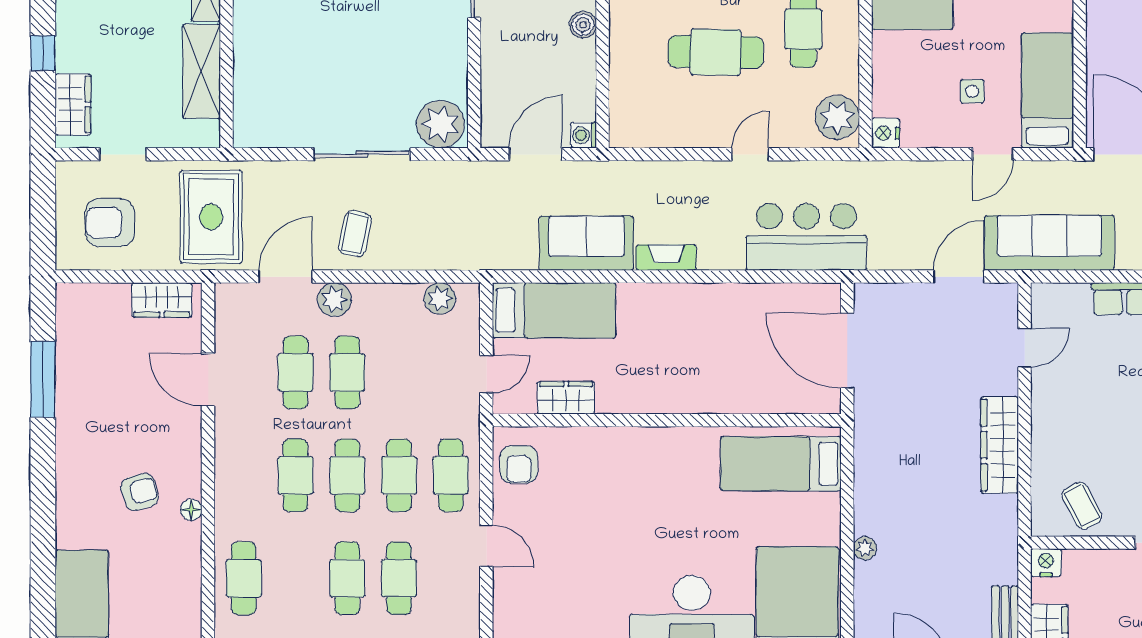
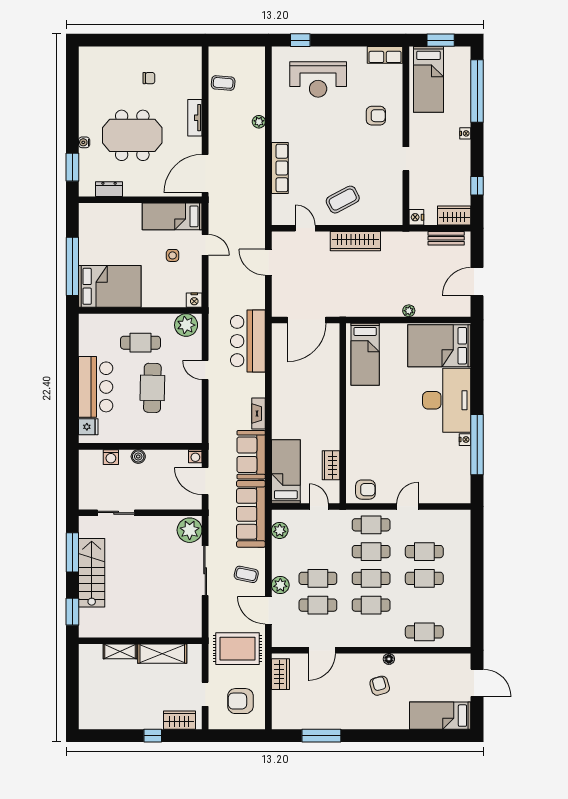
armchair: (110, 223) -> (240, 701), turned 90
sofa: (1049, 243) -> (251, 514), moved
coffee table: (1082, 506) -> (343, 200), moved, width x1.36, depth x1.30

